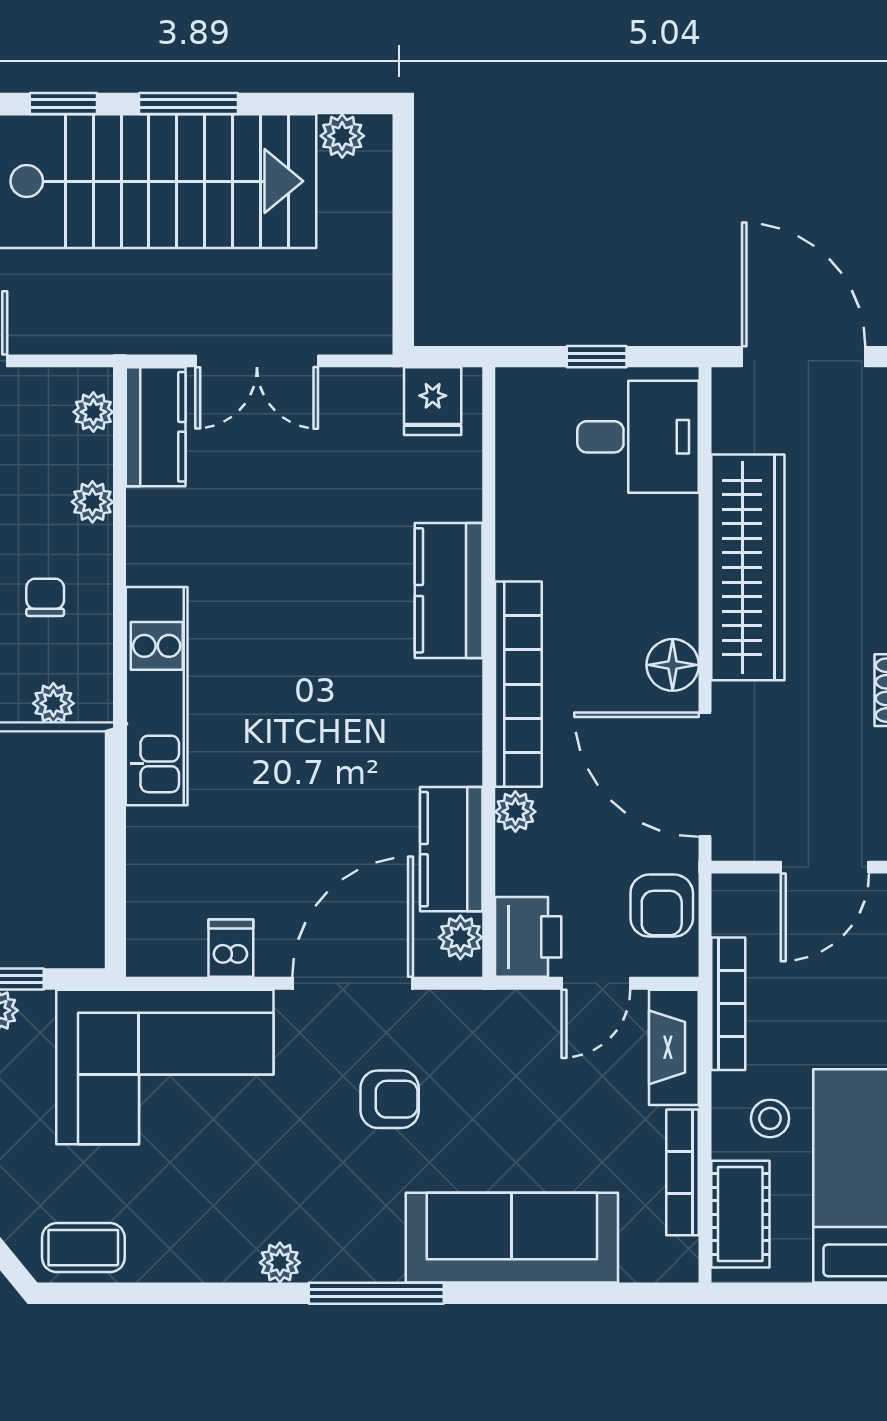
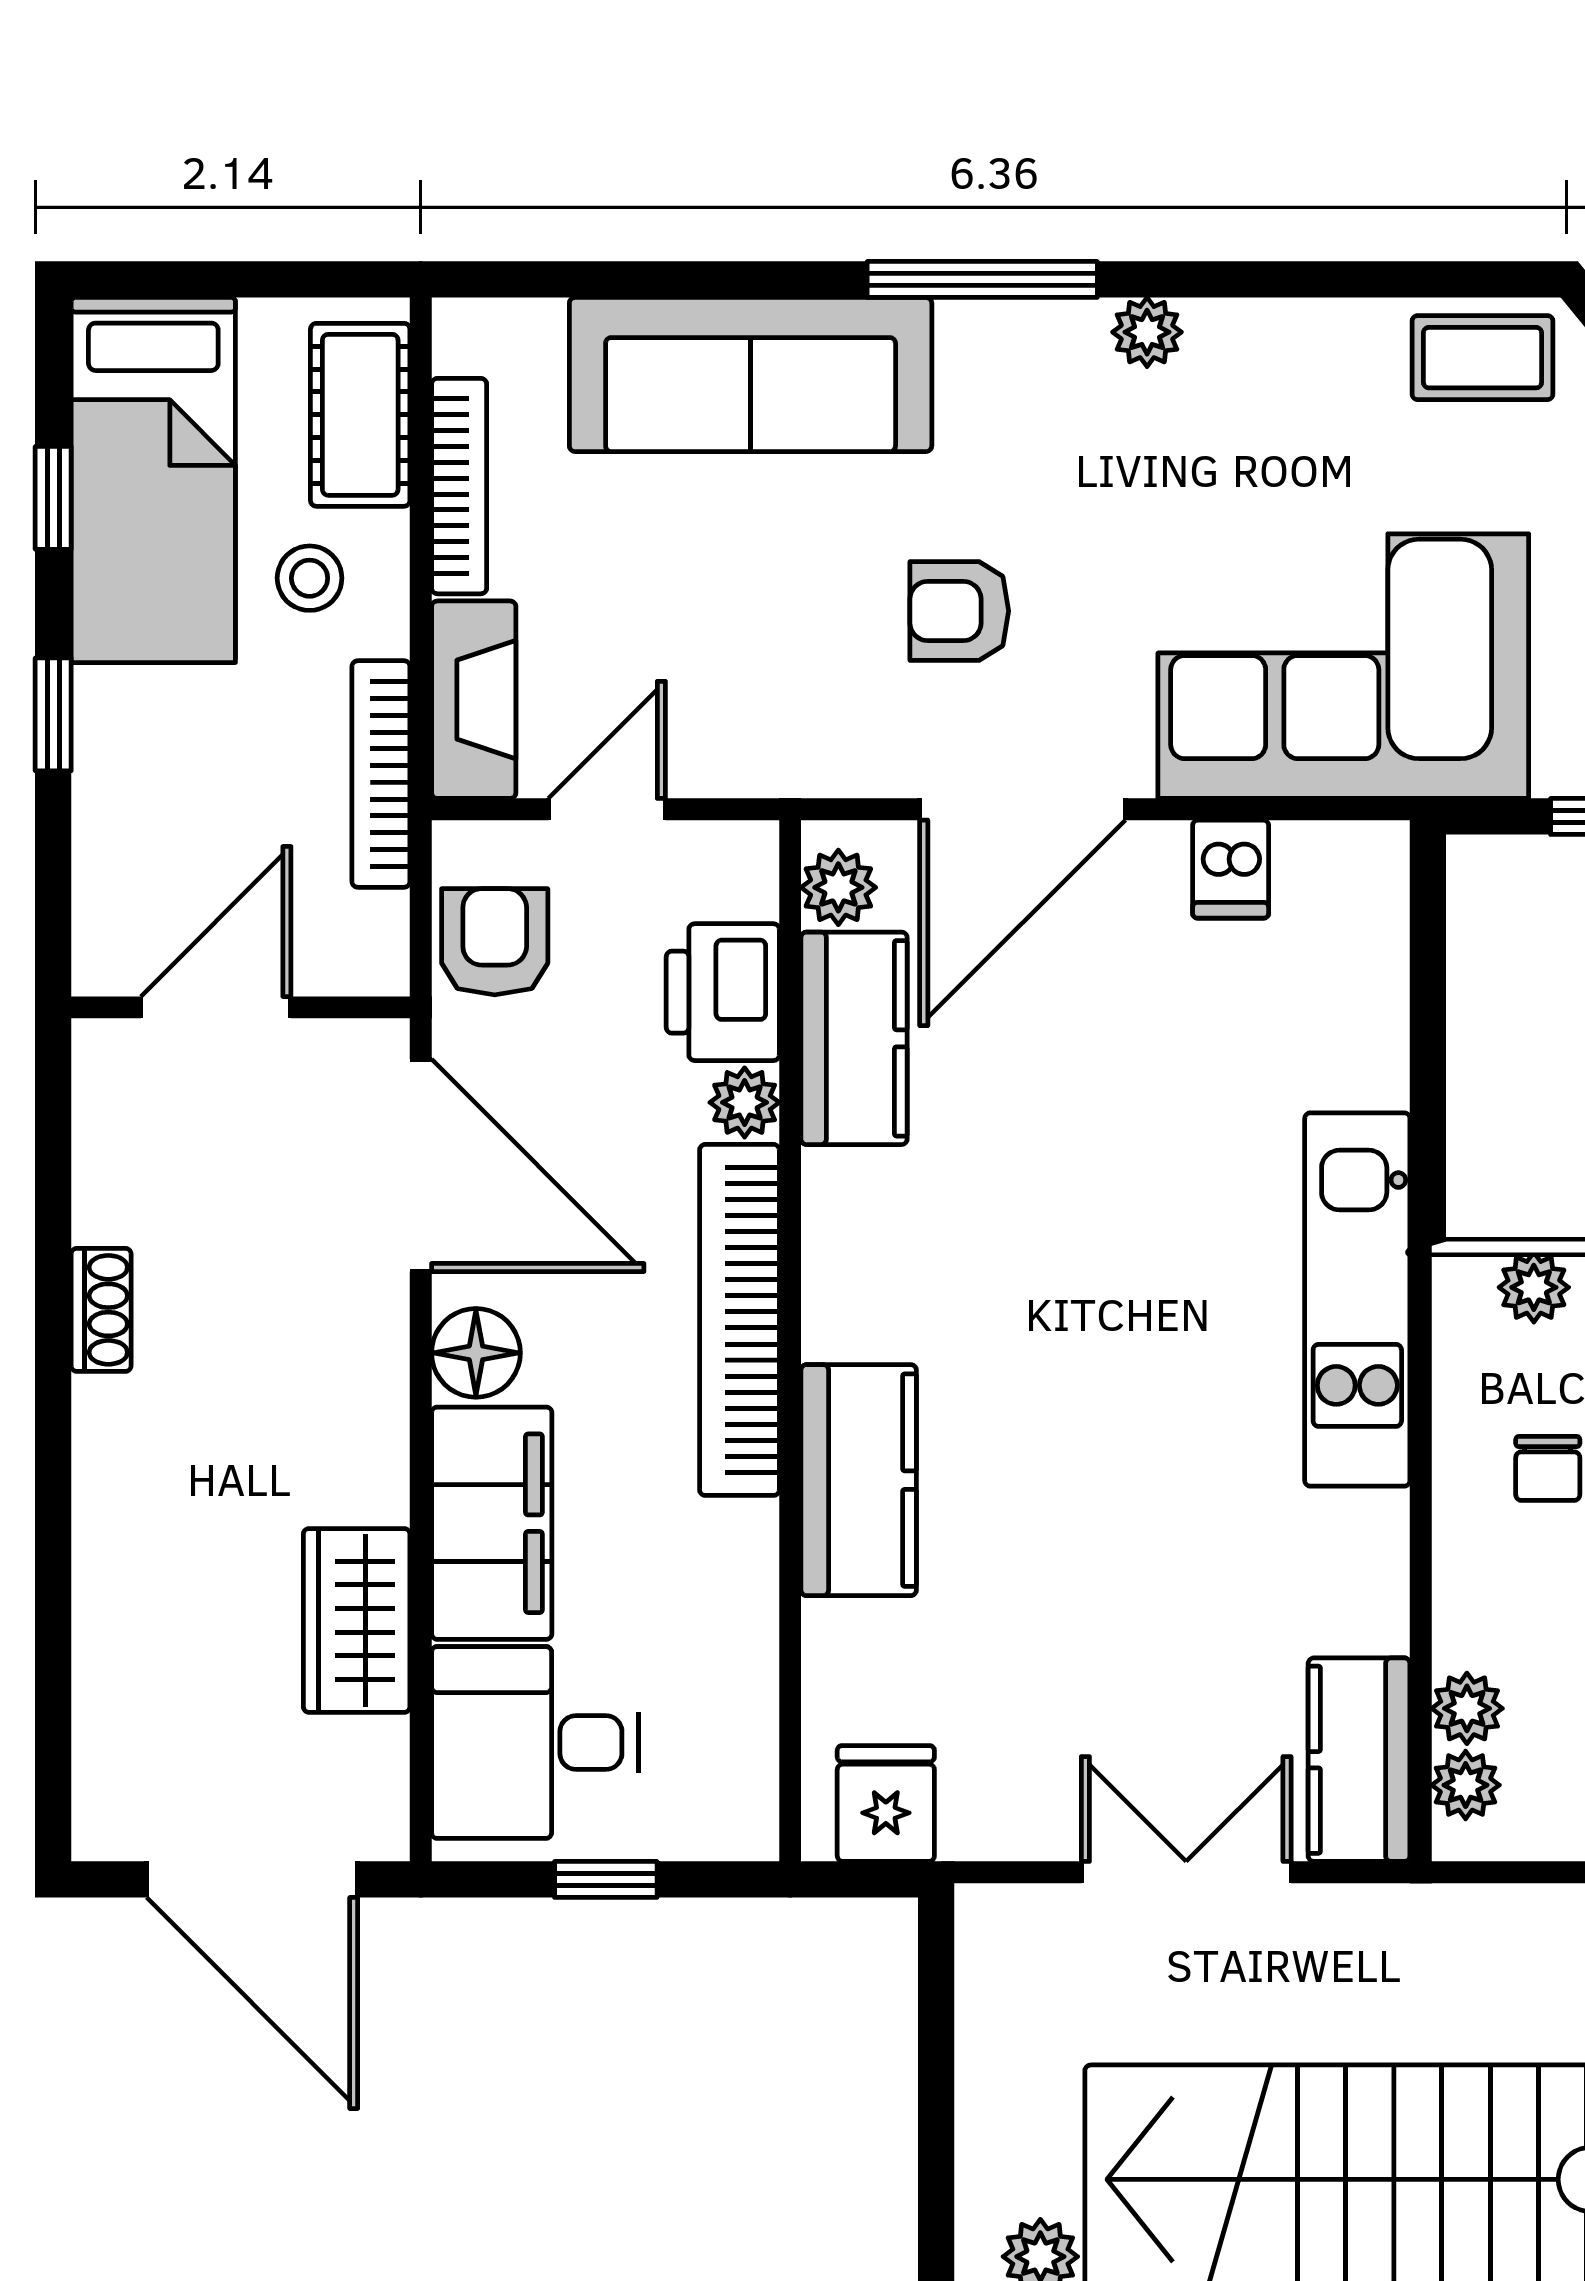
plant: (92, 502) -> (1467, 1708), moved
filing cabinet: (663, 565) -> (492, 1523), added
wardrobe: (748, 567) -> (357, 1620), width x0.48, depth x0.85
printer: (528, 937) -> (723, 992), moved

